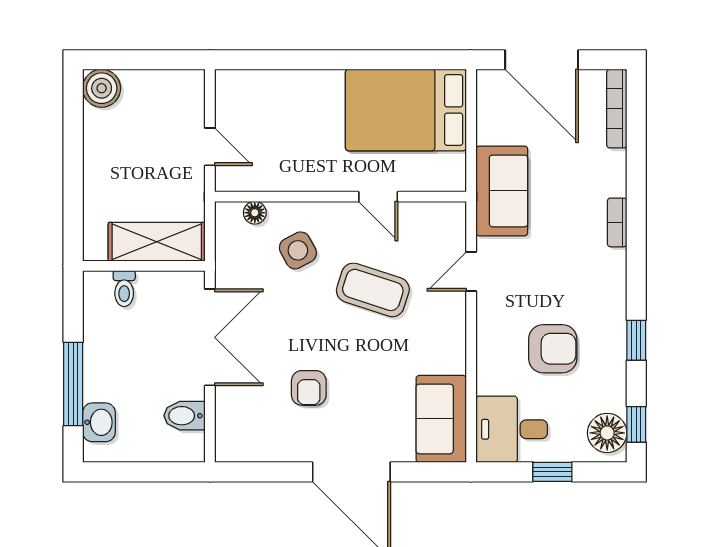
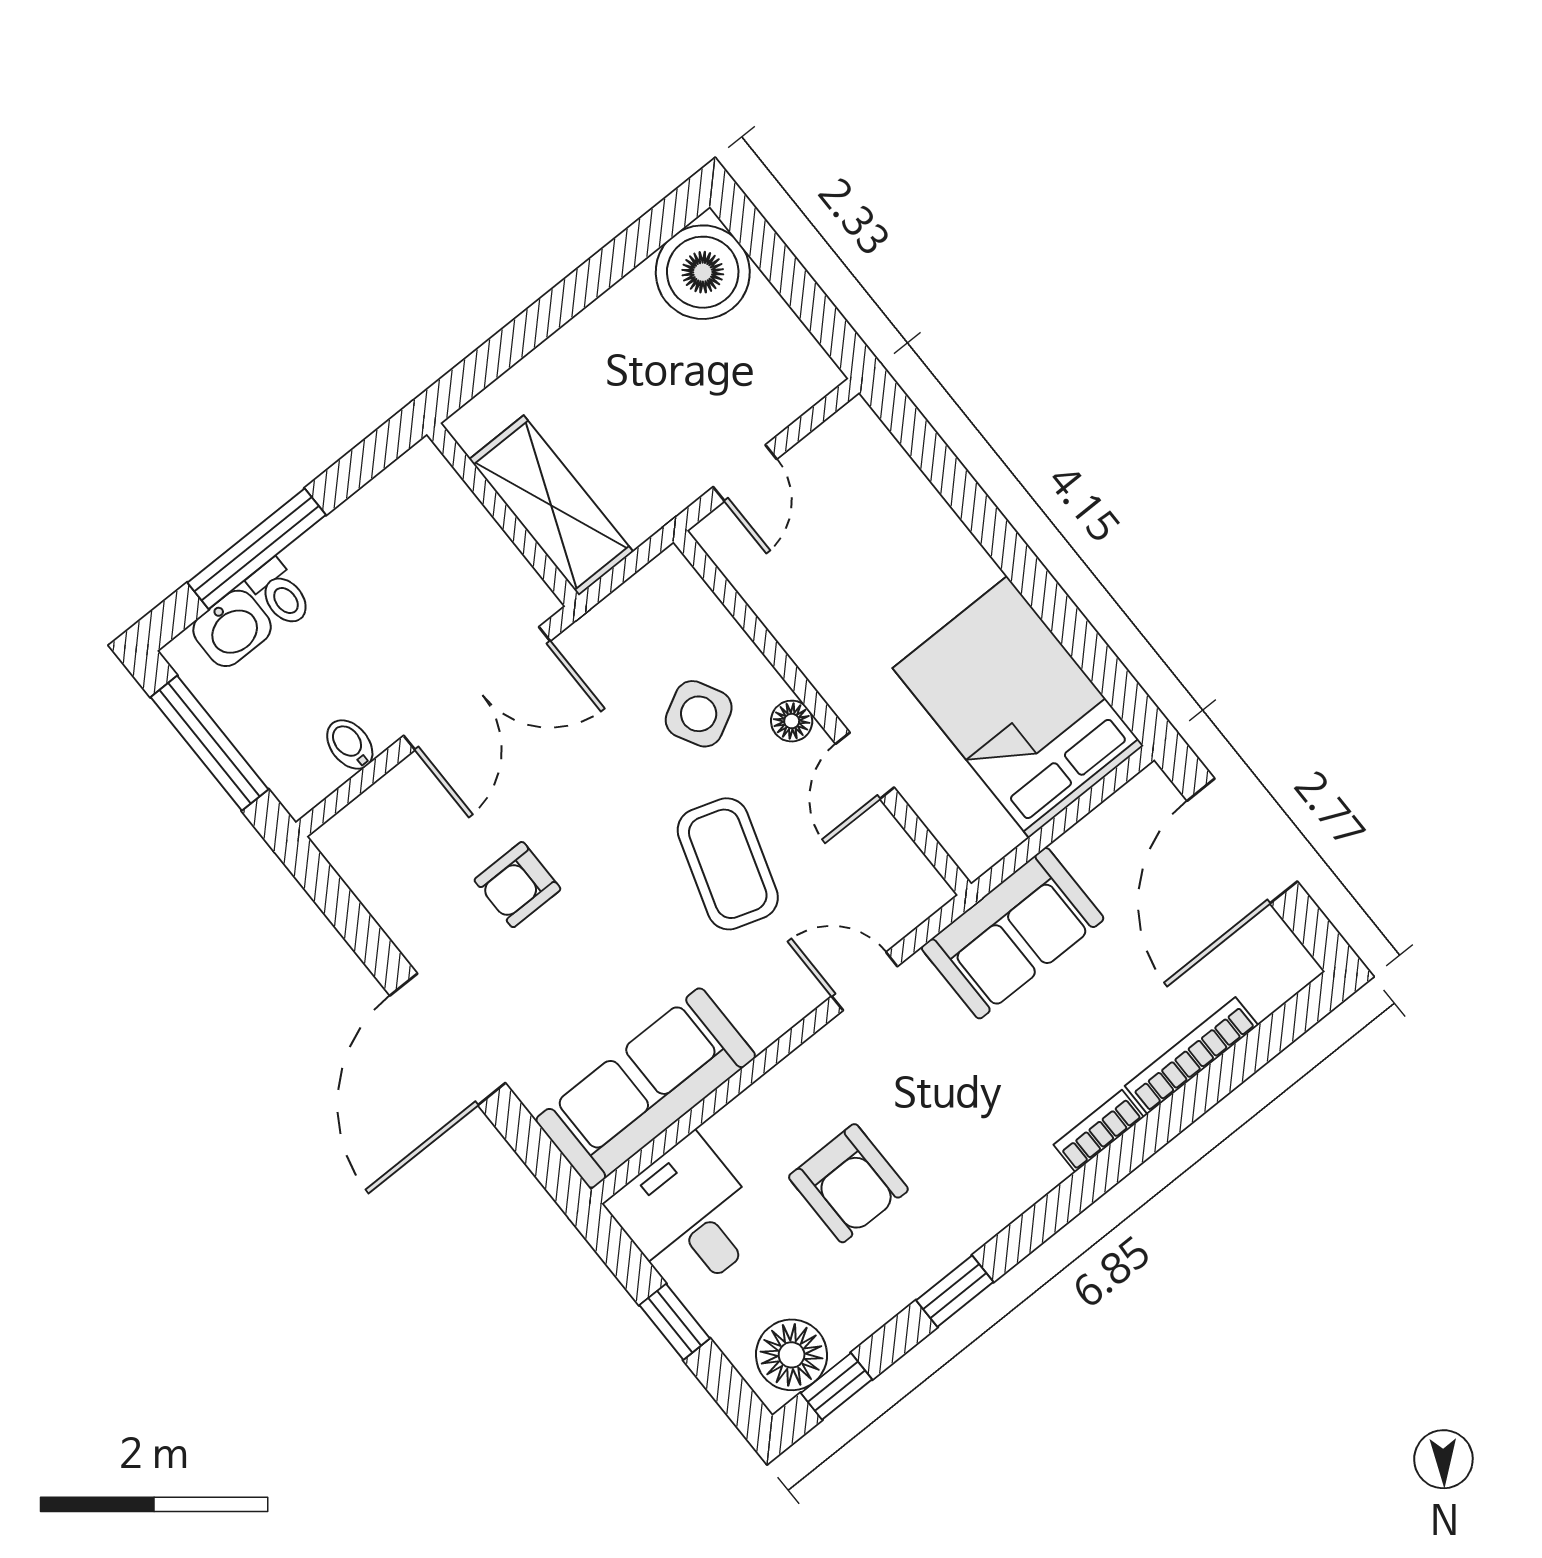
boiler: (102, 88) -> (703, 272), width x1.37, depth x1.37
bookcase: (617, 109) -> (1191, 1056), moved
floor lamp: (255, 213) -> (792, 721), moved
toilet: (124, 289) -> (280, 593), moved, turned -90
bidet: (185, 416) -> (350, 744), width x0.72, depth x0.74
sofa: (441, 419) -> (646, 1088), width x1.36
window: (141, 472) -> (209, 743), added

